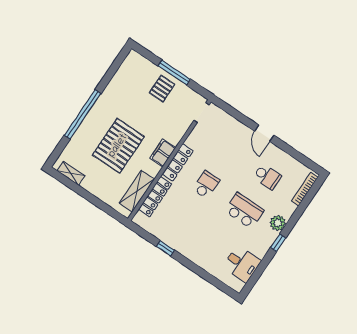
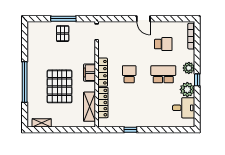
plant: (260, 246) -> (187, 89), added

